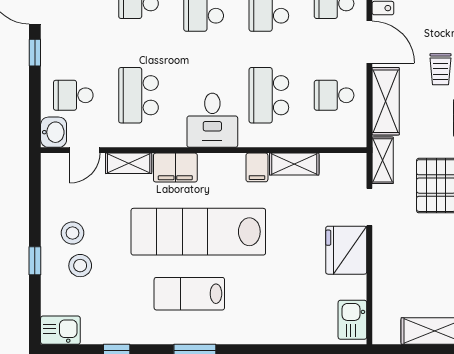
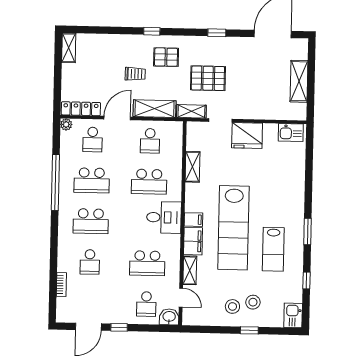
filing cabinet: (257, 167) -> (193, 220), moved
lab bench: (189, 294) -> (273, 249), moved

